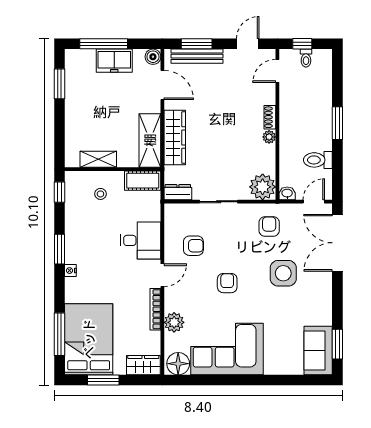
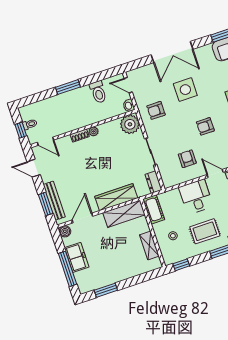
rug: (92, 237) -> (205, 231), added
double door: (337, 243) -> (172, 52), moved

